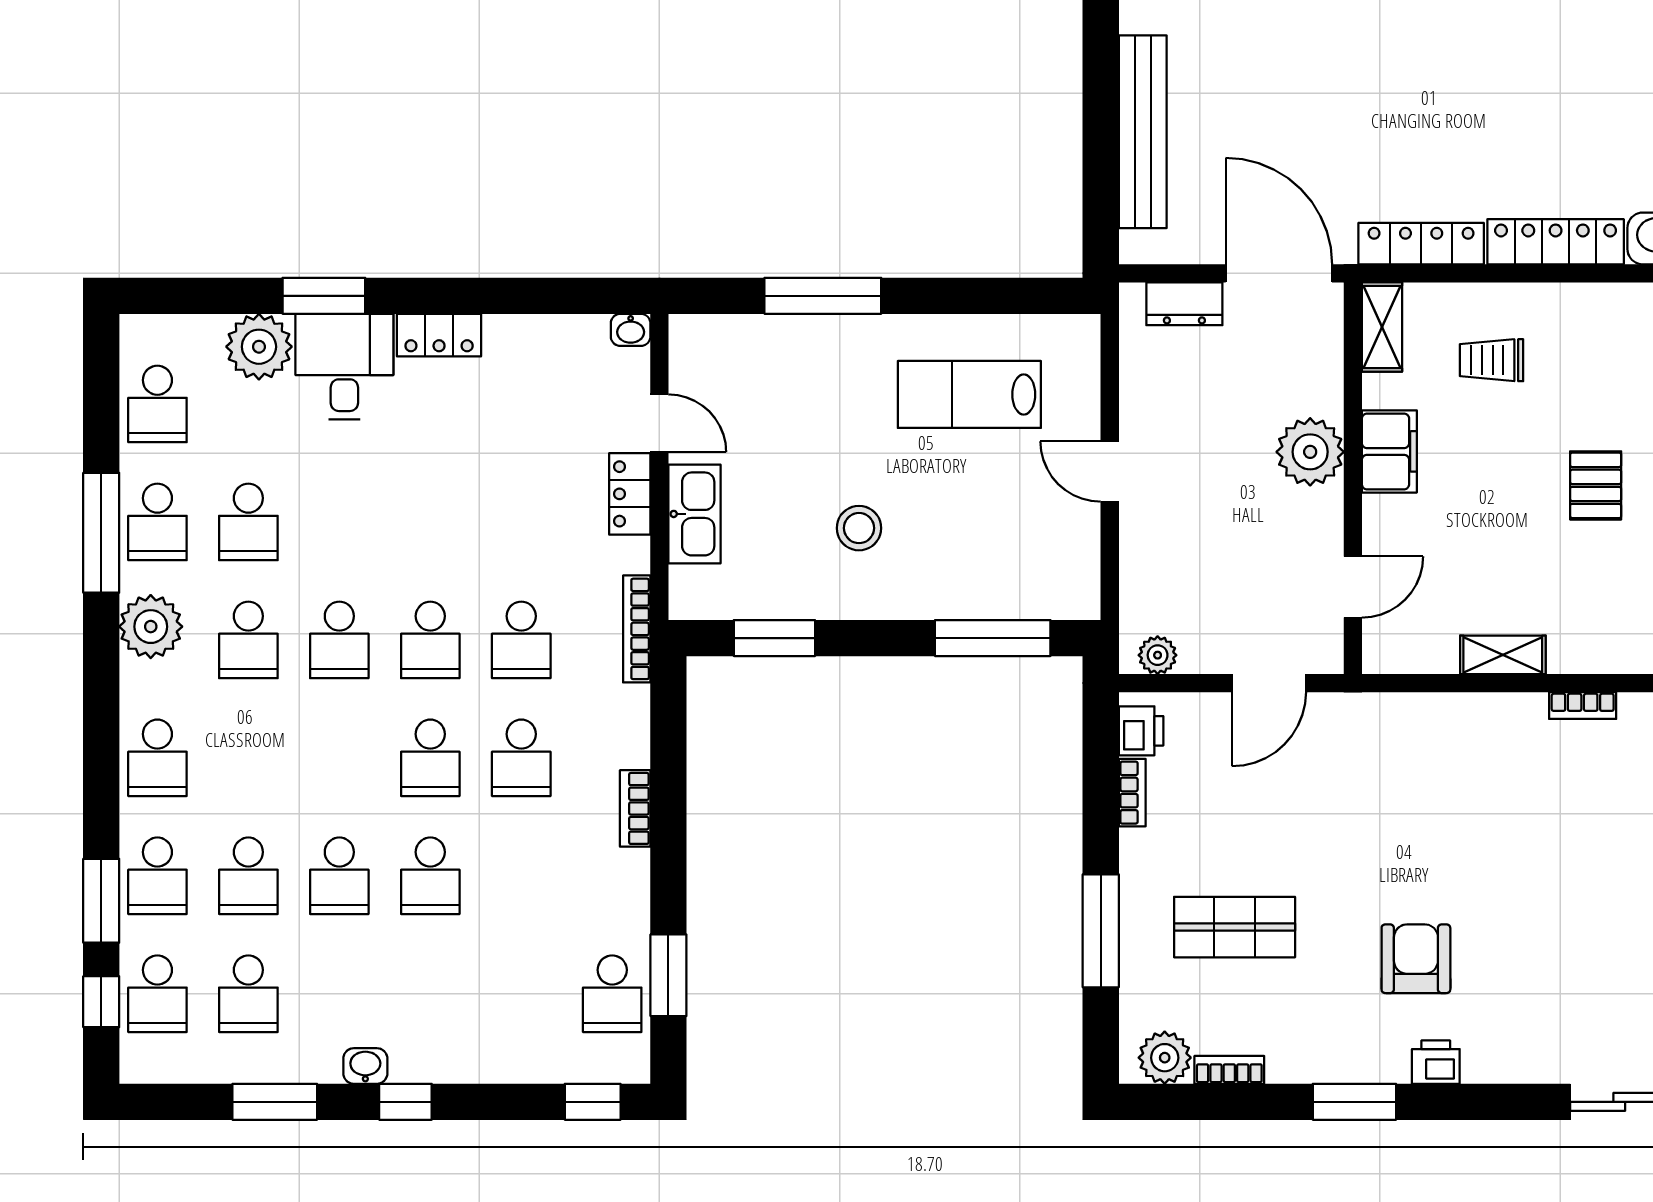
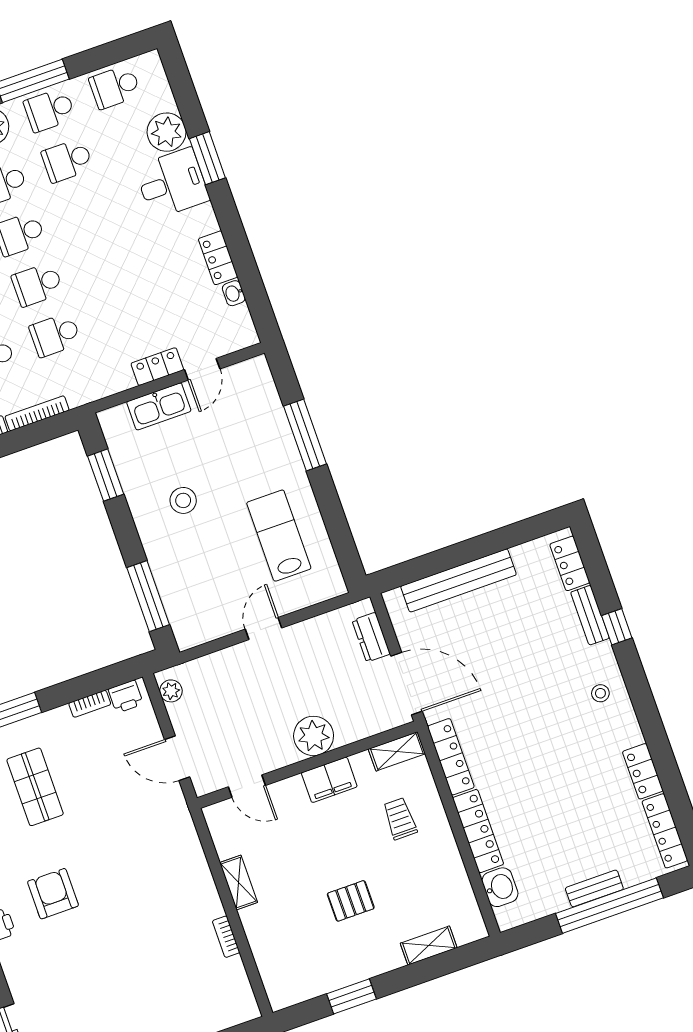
door: (1279, 273) -> (407, 684), hinge flipped
washbasin: (631, 330) -> (234, 293), moved
locker: (439, 335) -> (218, 258), moved
bookcase: (637, 629) -> (37, 413), moved
armchair: (1416, 959) -> (53, 894), turned -90

